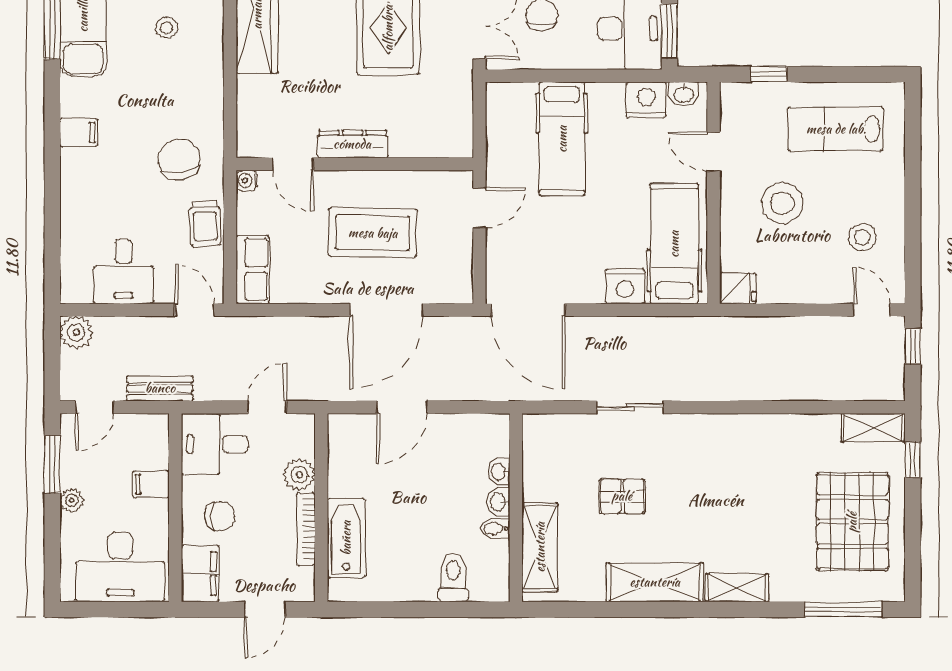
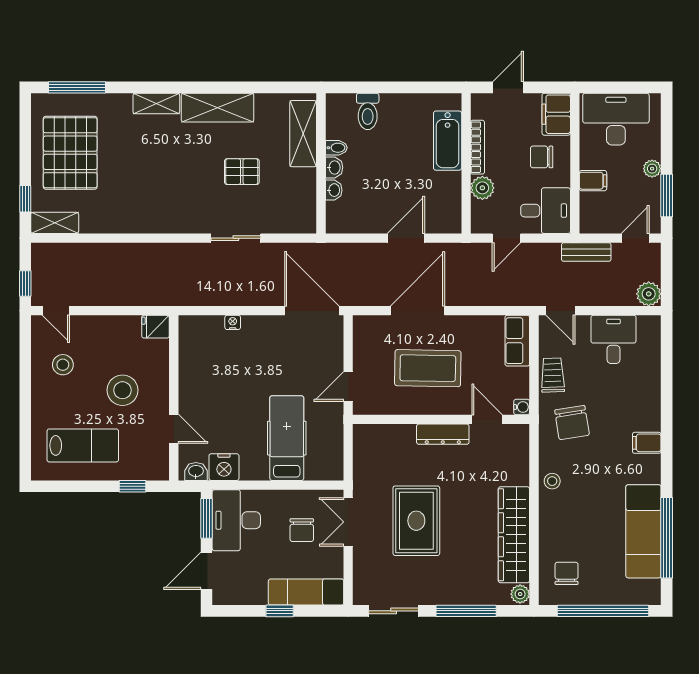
stool: (167, 28) -> (552, 481), moved
hospital bed: (674, 244) -> (203, 360), removed
nightstand: (625, 286) -> (233, 322), width x0.53, depth x0.56

